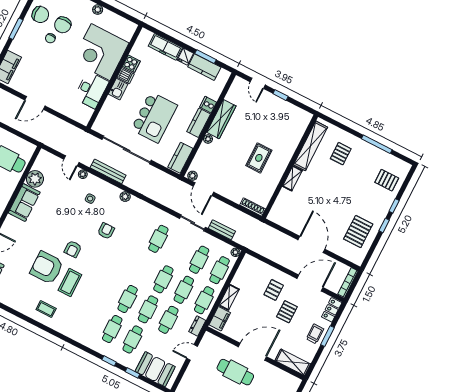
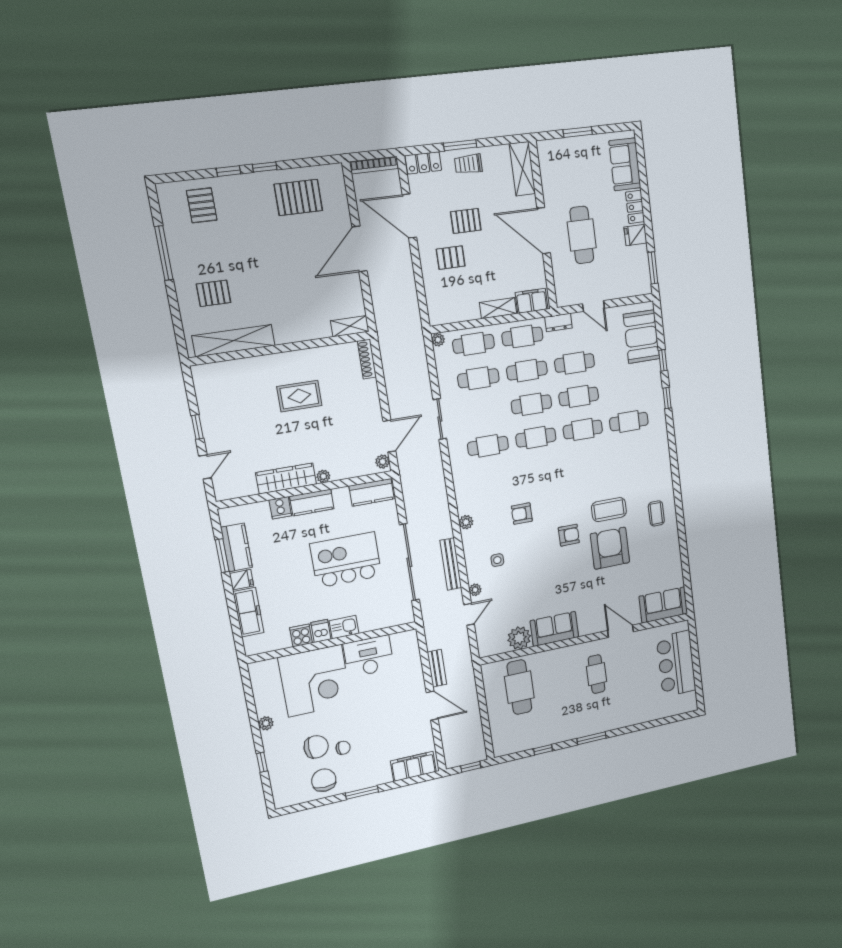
shelving: (292, 178) -> (350, 326), moved
bench: (222, 230) -> (437, 668), moved
armchair: (47, 268) -> (610, 548), turned 180
cafe table: (133, 339) -> (536, 438), moved

